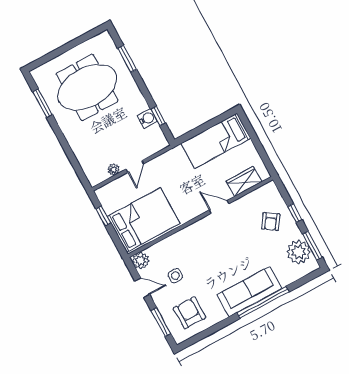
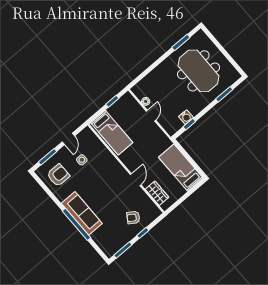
door: (135, 166) -> (151, 116), swing flipped
bed: (144, 220) -> (112, 133), width x0.67
plant: (299, 252) -> (116, 241), removed
plant: (141, 261) -> (87, 134), removed

